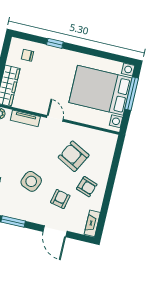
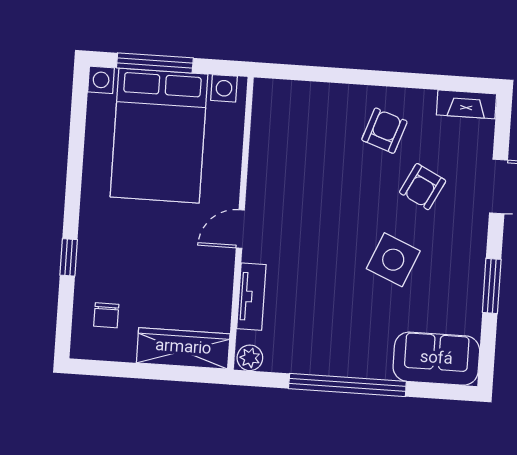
armchair: (74, 156) -> (320, 172), removed
armchair: (60, 199) -> (423, 187), turned -75

